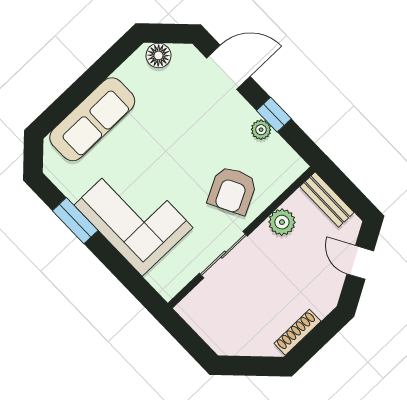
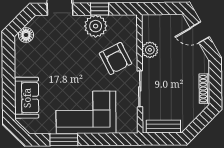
sofa: (92, 119) -> (27, 98), width x0.73
plant: (261, 130) -> (96, 26), width x1.88, depth x1.88
bench: (327, 200) -> (163, 127), moved

